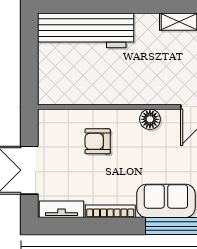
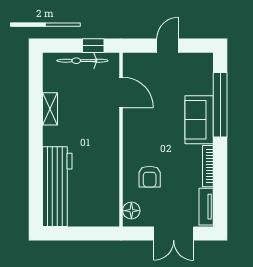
floor lamp: (150, 119) -> (131, 211), moved

